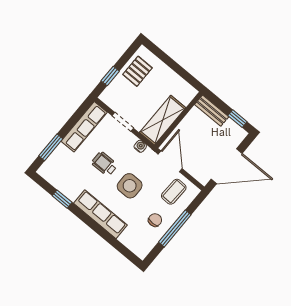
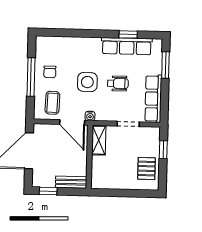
shelving: (163, 120) -> (99, 140), width x0.67, depth x0.75
water cooler: (140, 146) -> (90, 116), moved
row of seats: (100, 214) -> (127, 46), moved

